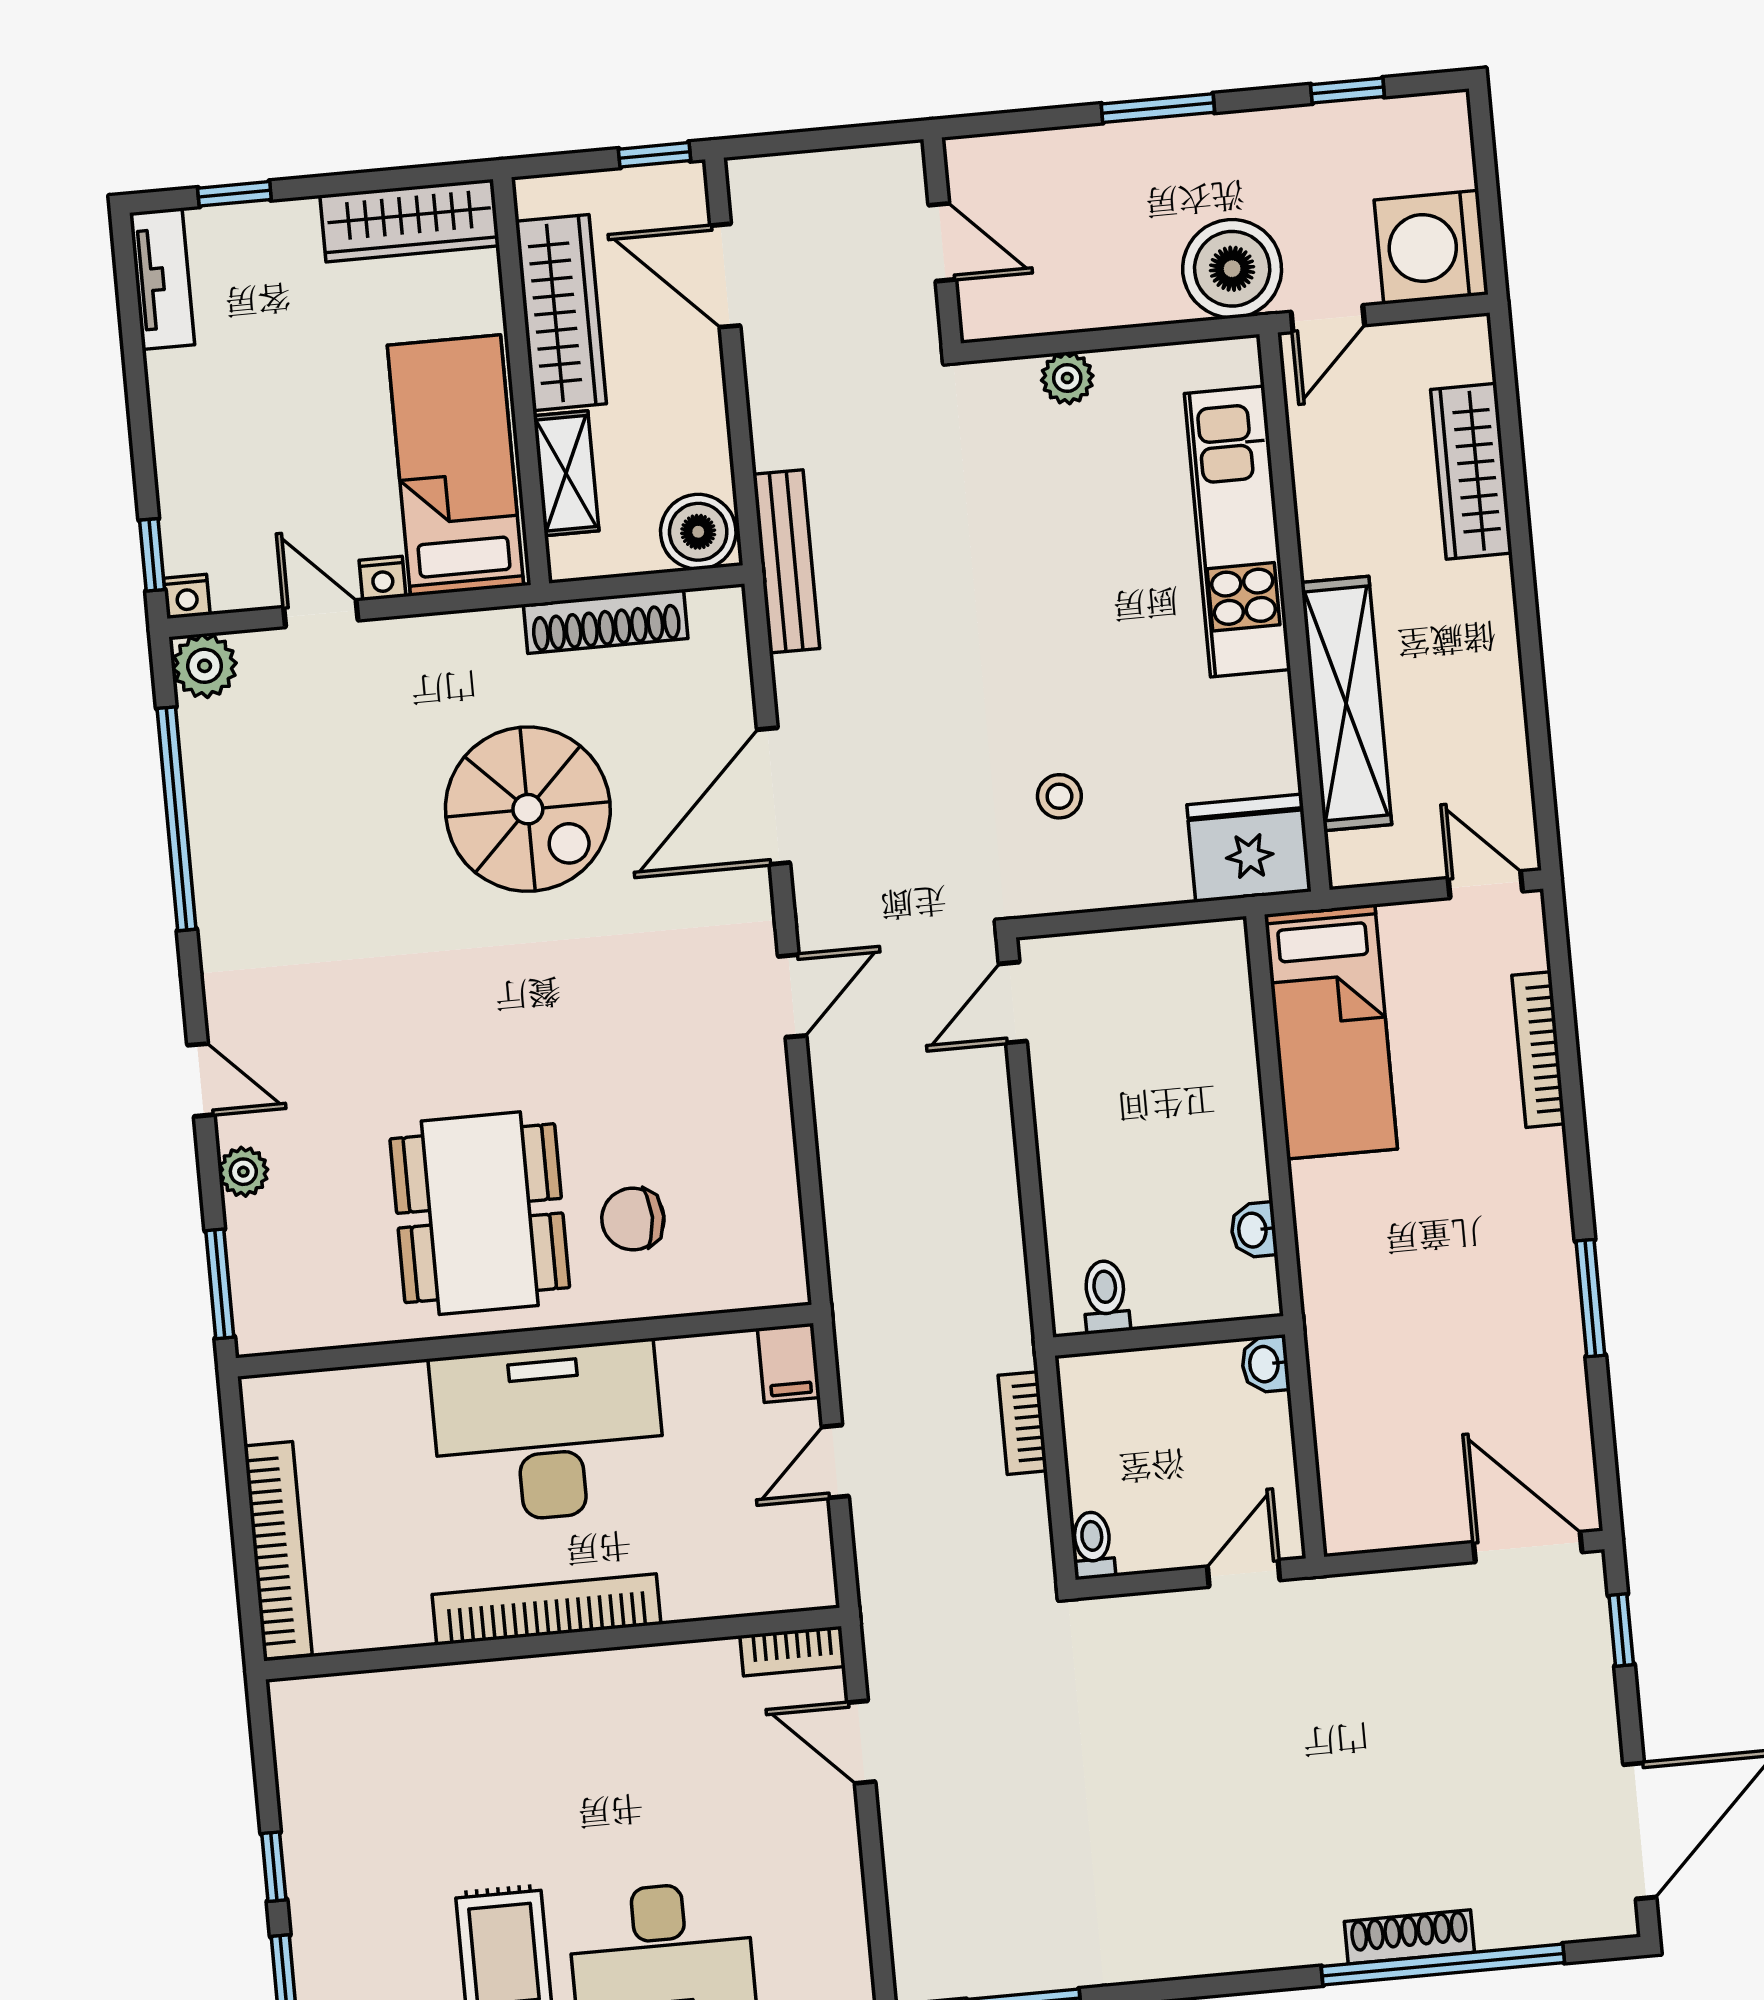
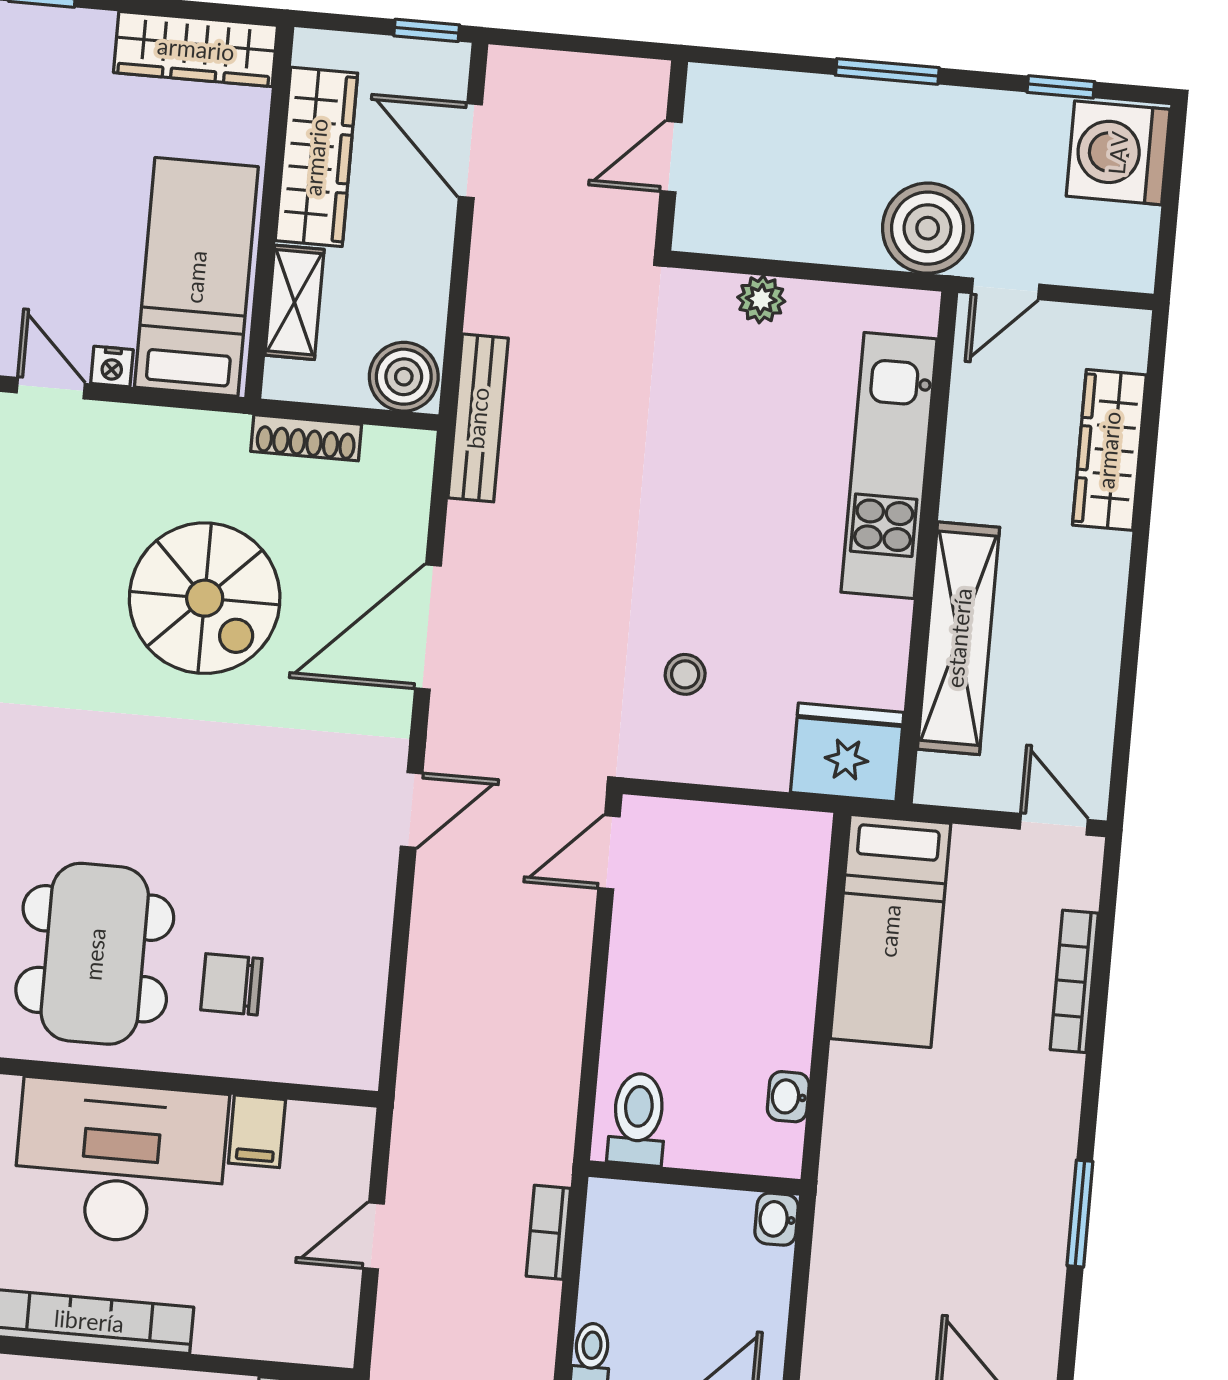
door: (942, 242) -> (671, 157), swing flipped
washing machine: (1431, 247) -> (1118, 153), moved
shoe rack: (606, 621) -> (306, 438), width x0.74, depth x0.81
toilet: (1106, 1297) -> (638, 1119), width x1.37, depth x1.39
filing cabinet: (789, 1363) -> (257, 1131), moved

